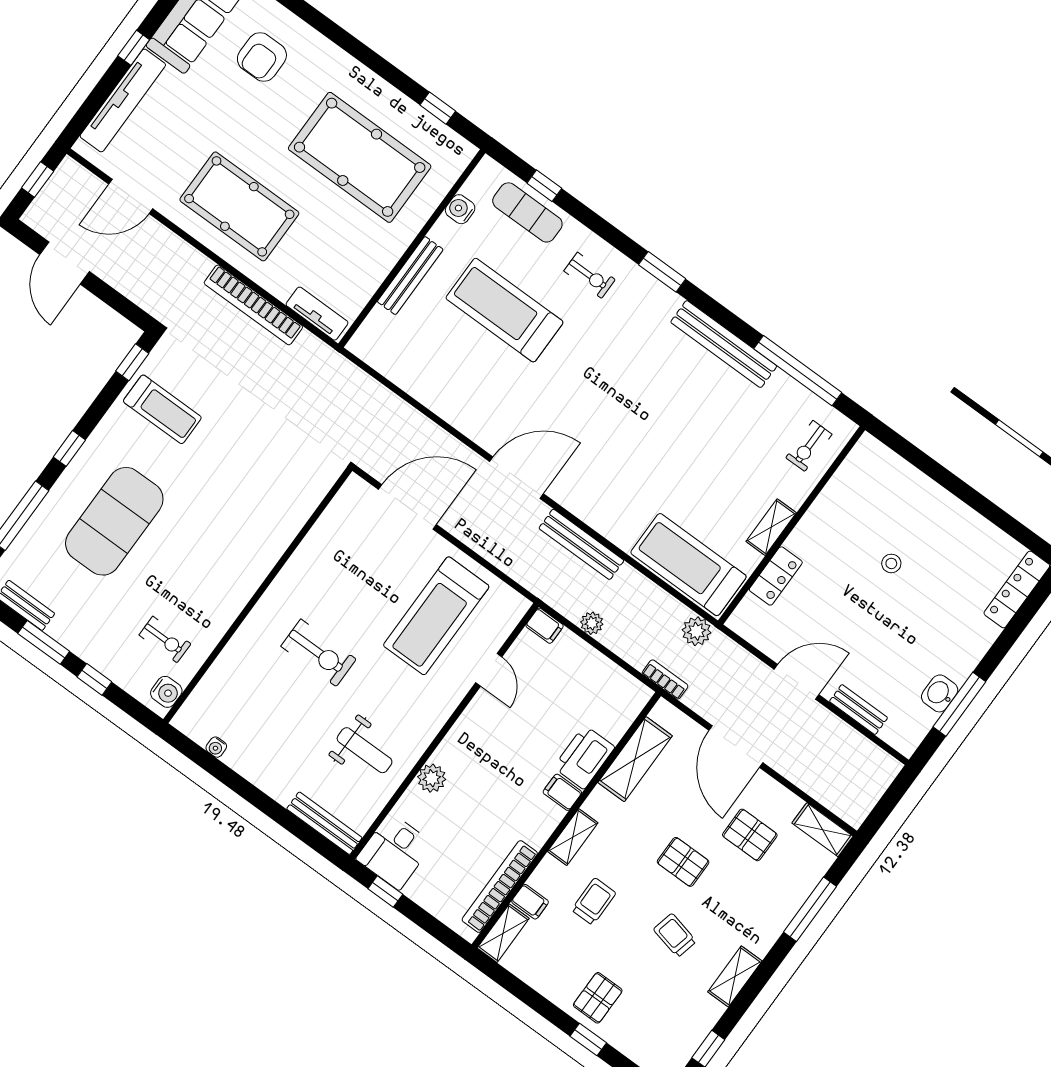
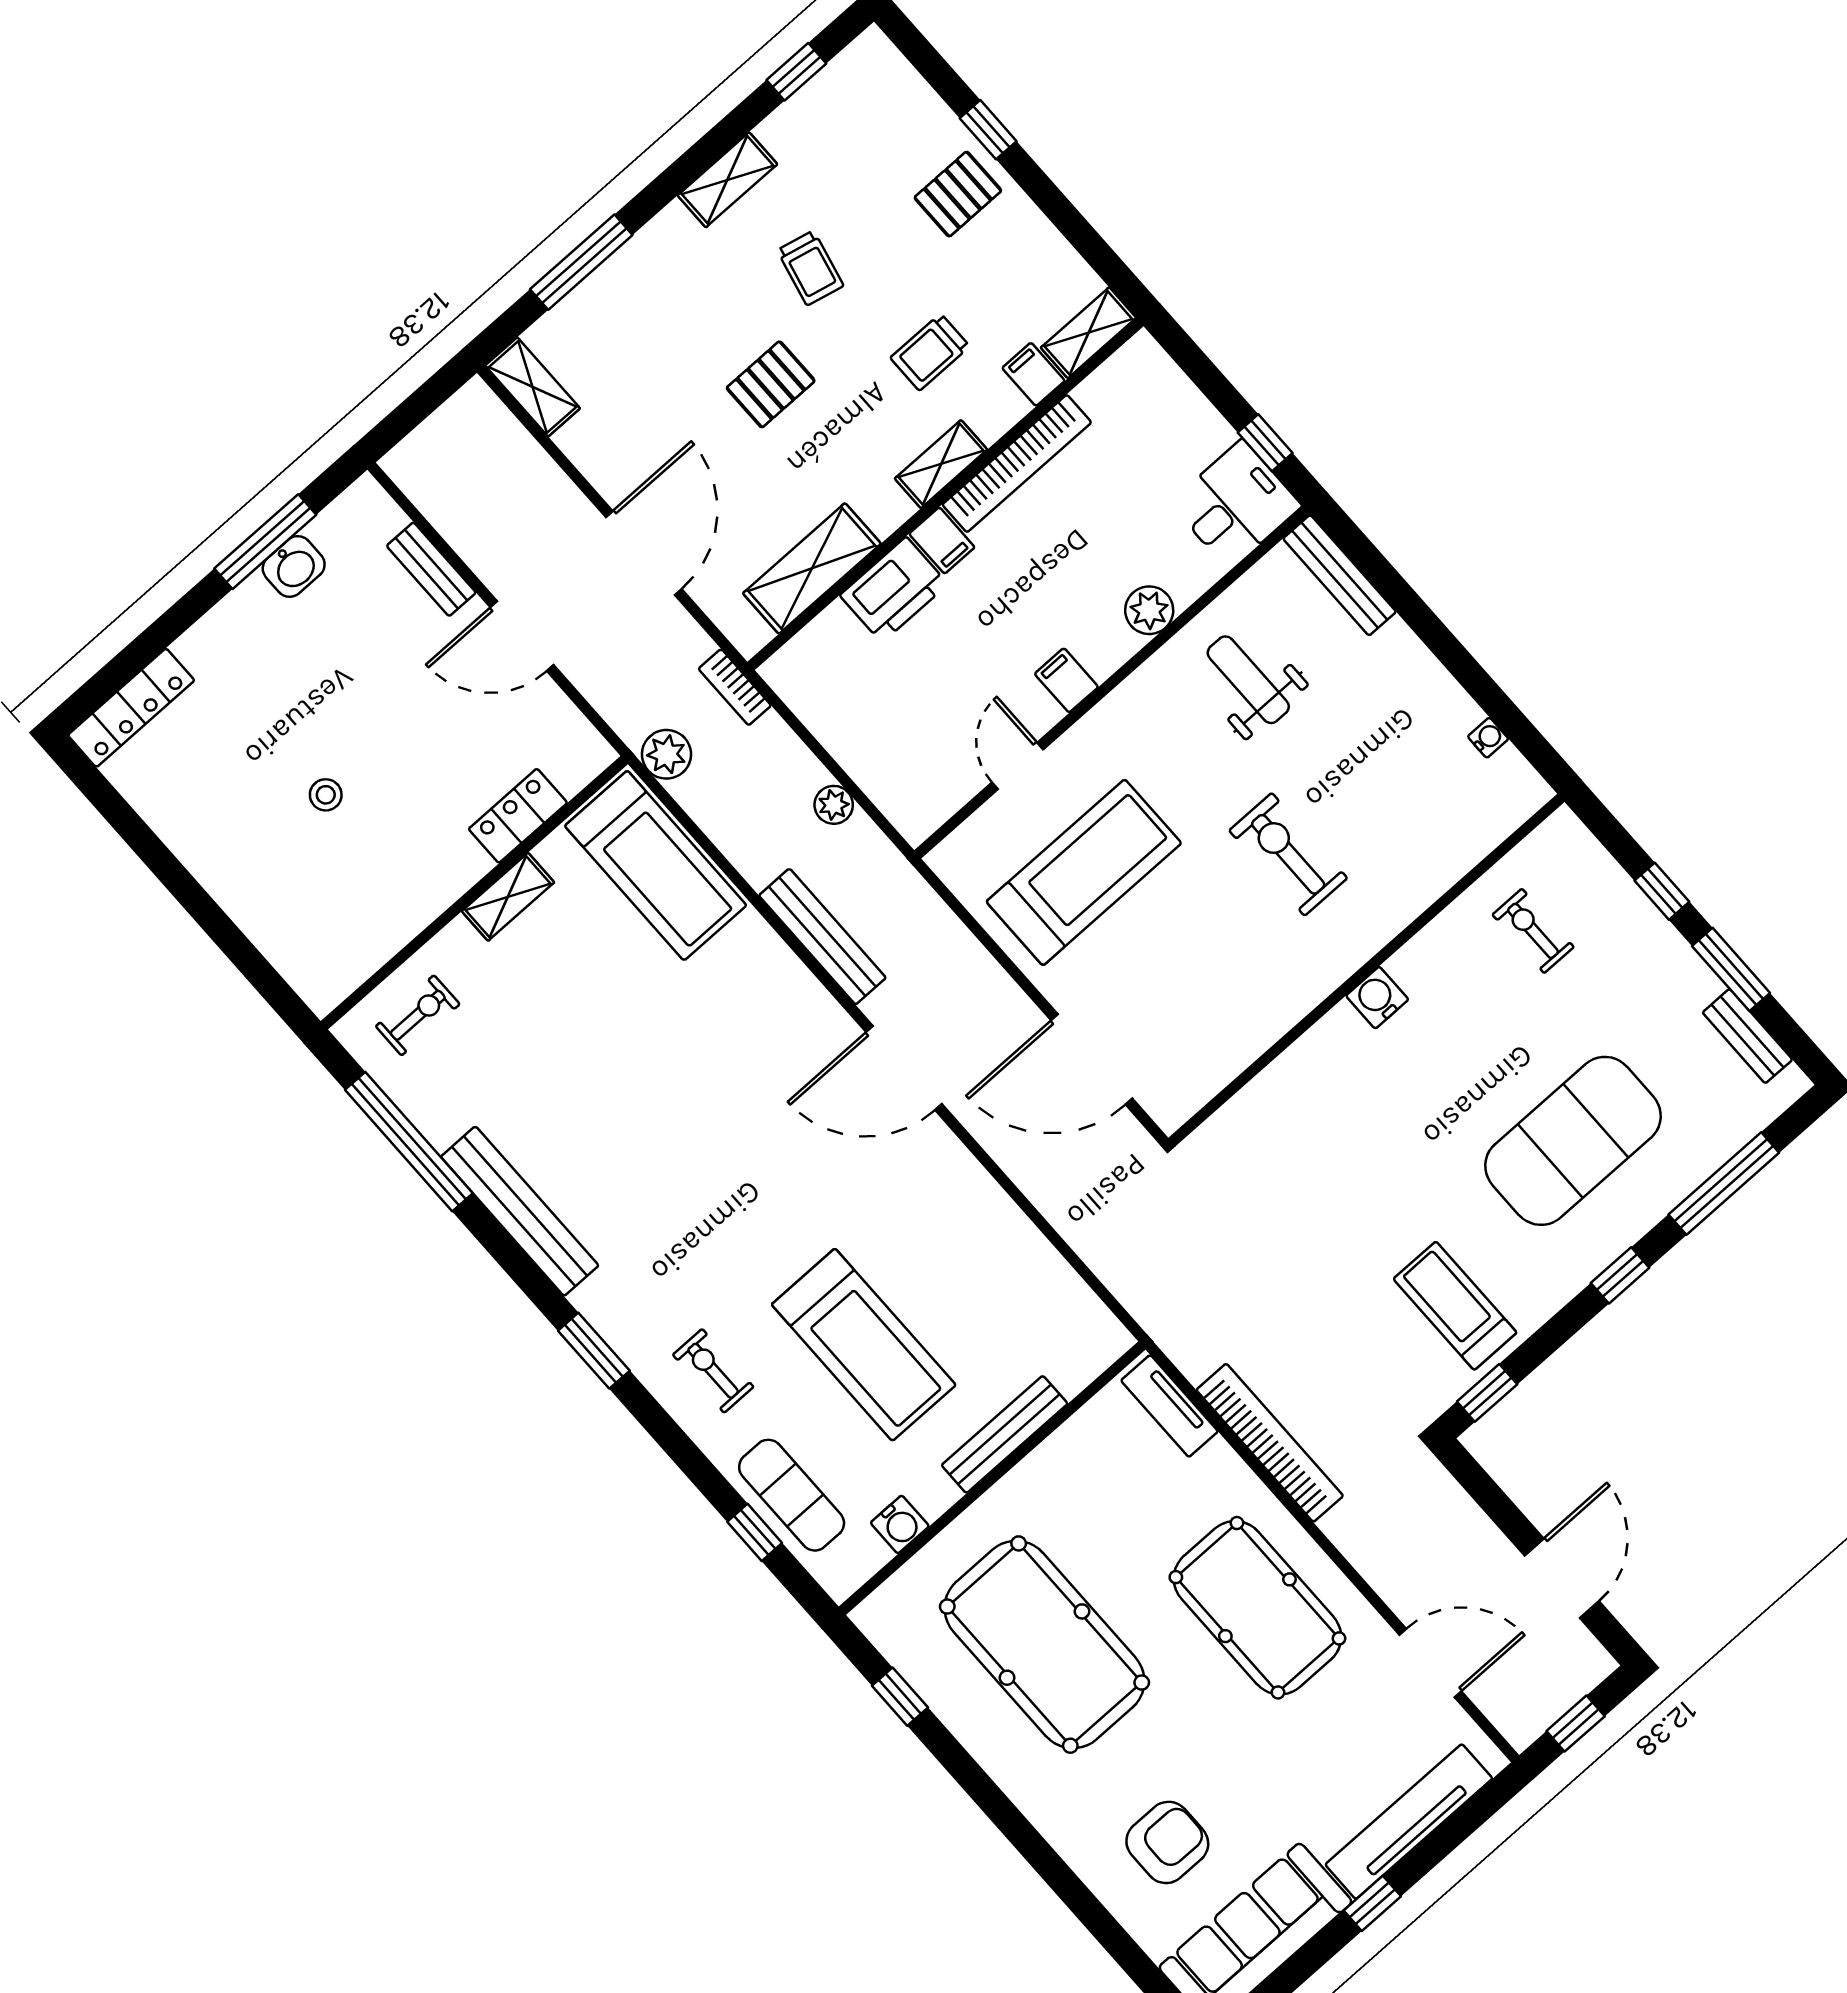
filing cabinet: (545, 626) -> (1066, 680), moved
water cooler: (166, 692) -> (1377, 998), moved
pallet: (750, 835) -> (653, 404), removed
pallet: (683, 862) -> (771, 384), turned 90
bookcase: (500, 887) -> (1017, 463), moved

